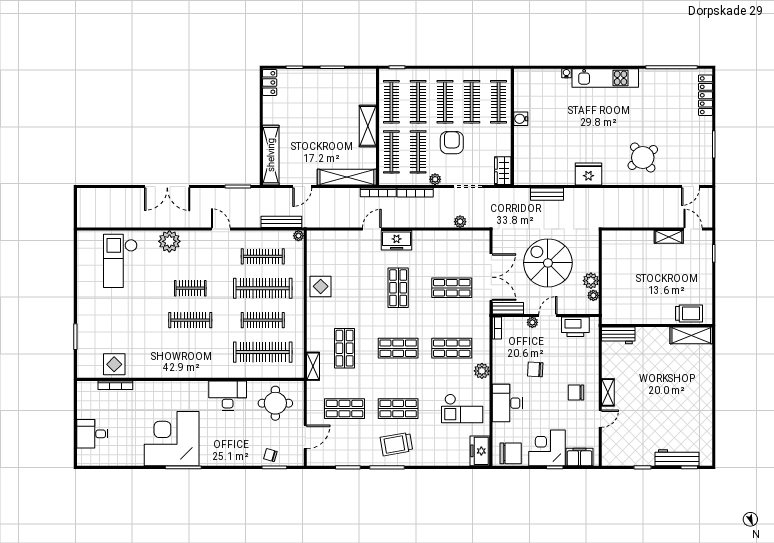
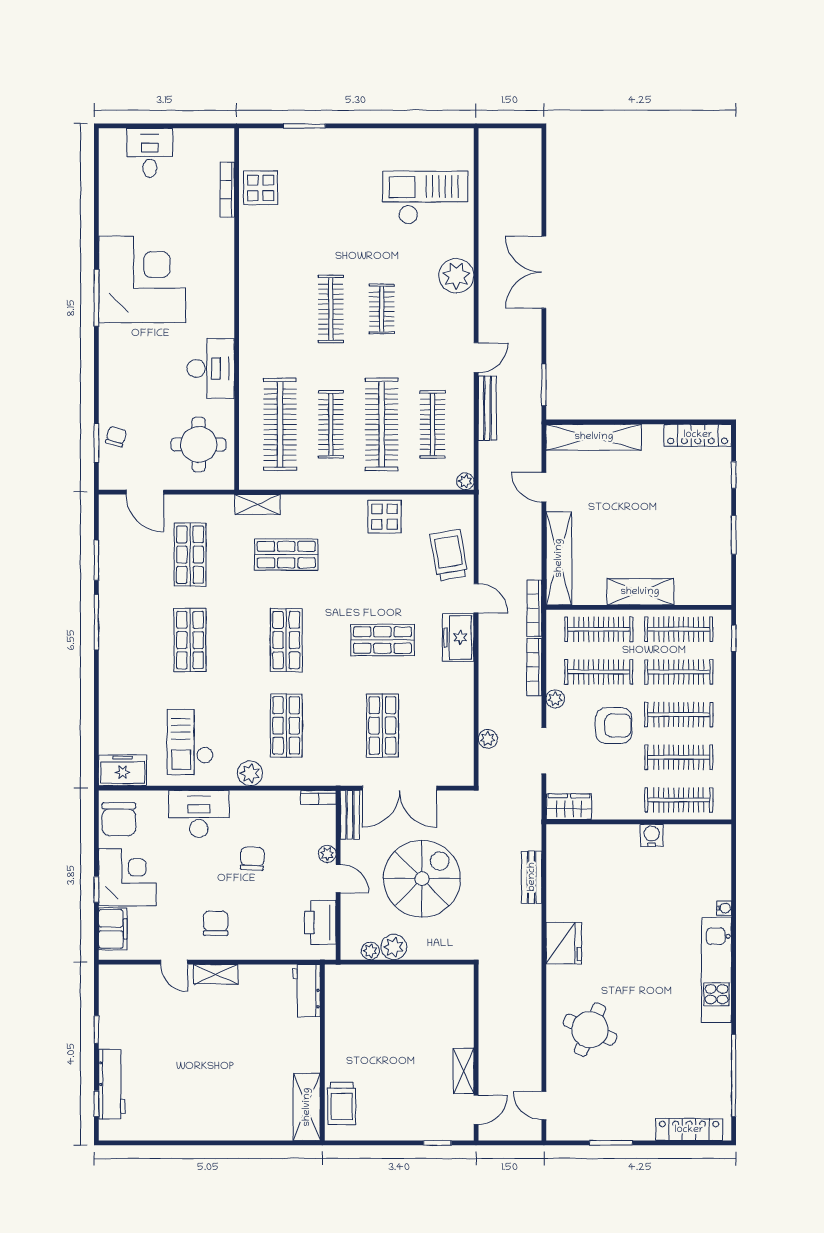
locker: (270, 83) -> (698, 435), width x1.53
round table: (643, 158) -> (590, 1030), turned -30
bench: (281, 222) -> (487, 408), moved
trolley: (396, 444) -> (449, 555), moved

